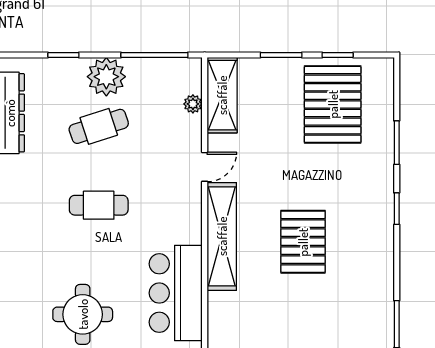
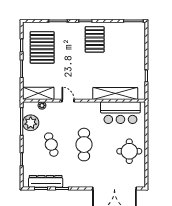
plant: (106, 77) -> (31, 123), moved
pallet: (333, 104) -> (42, 47), turned 90
cafe table: (99, 205) -> (84, 145), width x1.37, depth x1.35
shelving: (222, 236) -> (115, 93), moved
pallet: (303, 242) -> (95, 39), moved, turned 90

